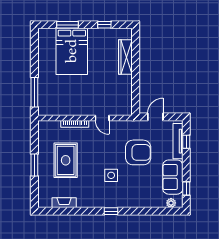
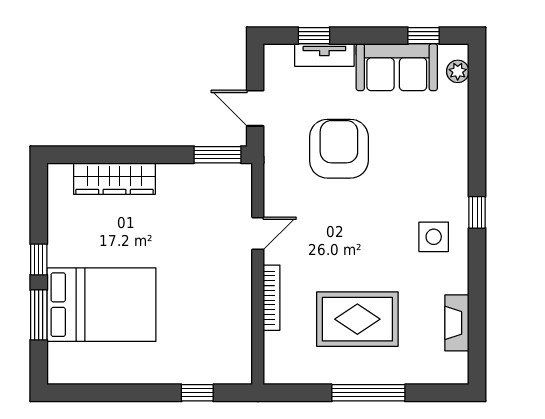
window: (104, 25) -> (39, 259), moved
window: (34, 92) -> (197, 393), width x0.46
window: (136, 101) -> (217, 155), added
tv unit: (178, 141) -> (324, 55), width x0.71
window: (34, 165) -> (368, 393), width x1.44
side table: (111, 175) -> (434, 237), moved

